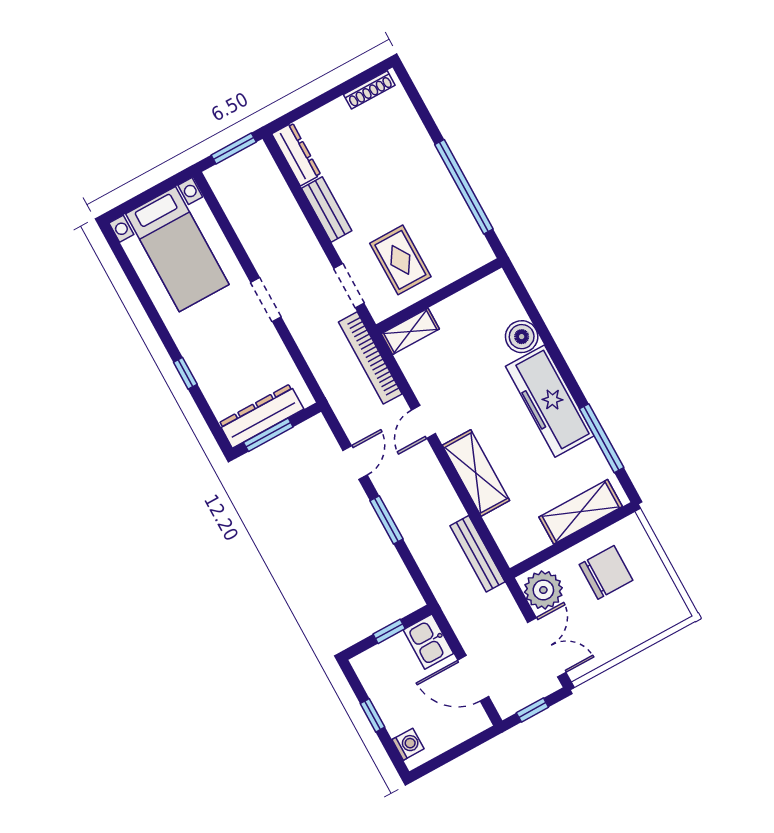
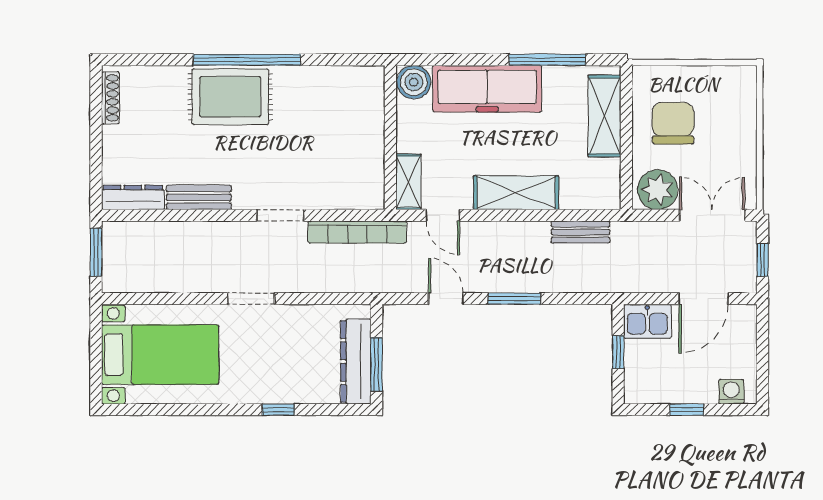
rug: (400, 260) -> (230, 97), moved, width x1.36, depth x1.43
wall: (439, 296) -> (390, 138), moved
shelving: (410, 331) -> (408, 182), moved
bench: (477, 554) -> (581, 232), width x0.73

